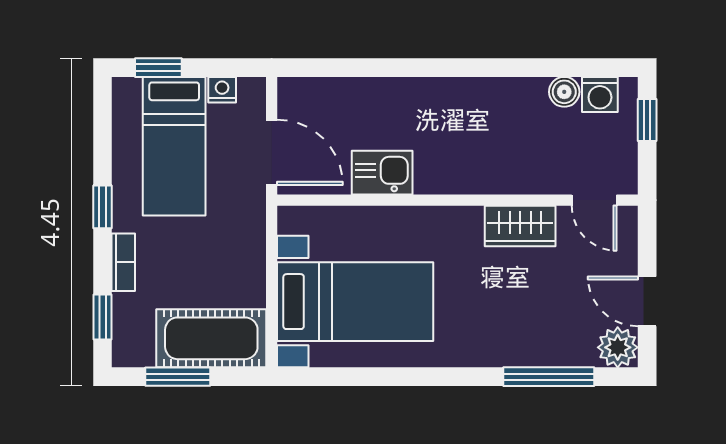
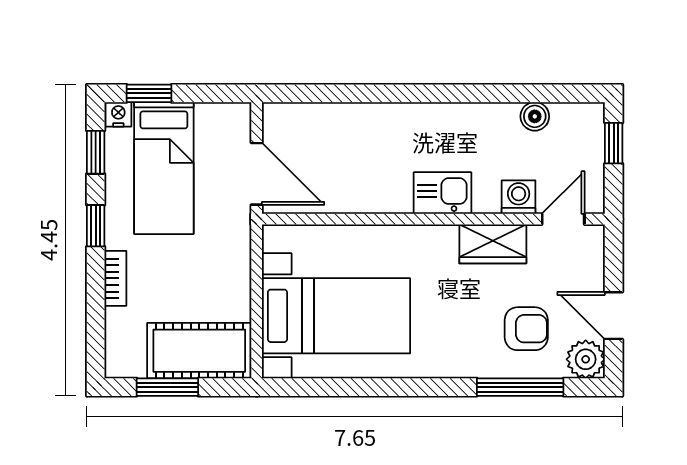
nightstand: (222, 90) -> (118, 114), moved
washing machine: (600, 94) -> (519, 197), moved, turned 180
kitchen sink: (382, 173) -> (442, 193), moved
door: (594, 200) -> (563, 219), swing flipped
armchair: (555, 315) -> (526, 329), added
window: (102, 317) -> (96, 152), moved

